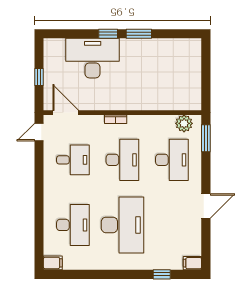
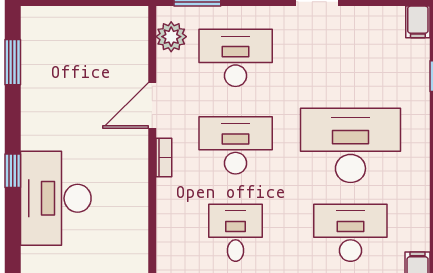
window: (139, 34) -> (13, 62), moved
door: (66, 113) -> (152, 105), moved

